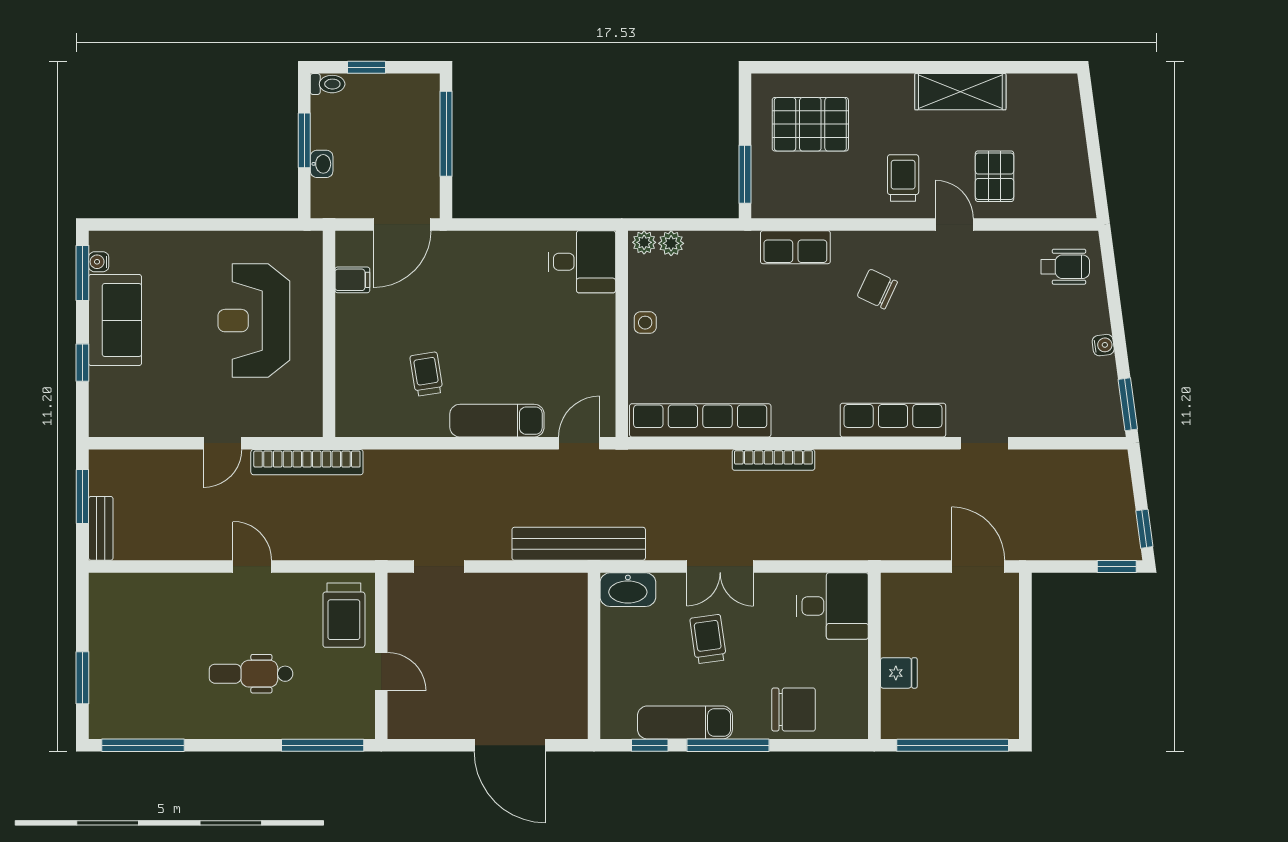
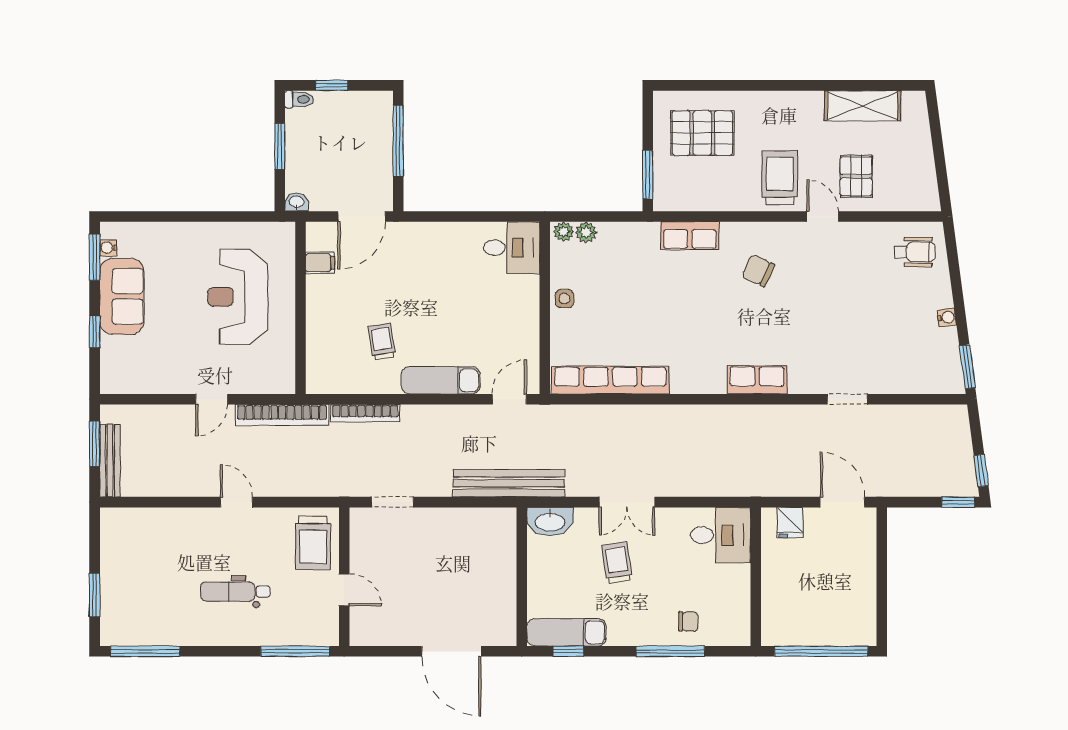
shelving: (960, 92) -> (863, 106), moved
washbasin: (322, 164) -> (297, 202), moved, turned -90
trolley: (903, 178) -> (780, 178), width x1.36, depth x1.39
row of seats: (893, 420) -> (757, 380), width x0.68
bookcase: (773, 460) -> (365, 413), moved
bench: (101, 528) -> (110, 461), width x1.36
fridge: (899, 673) -> (790, 522), moved, turned 90
chair: (794, 709) -> (688, 621), width x0.54, depth x0.54
exam couch: (685, 722) -> (566, 632), moved
window: (728, 745) -> (670, 651), moved

